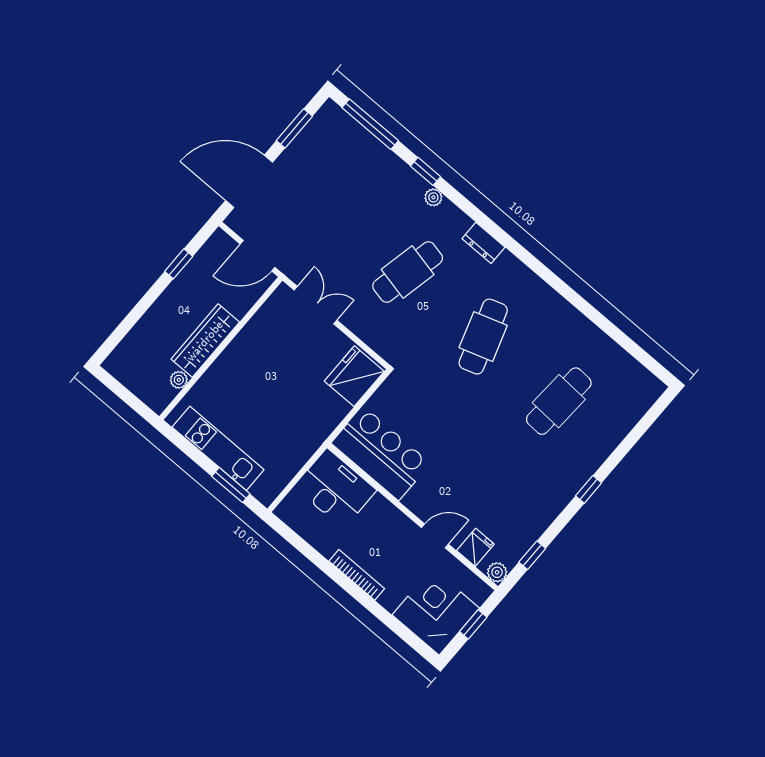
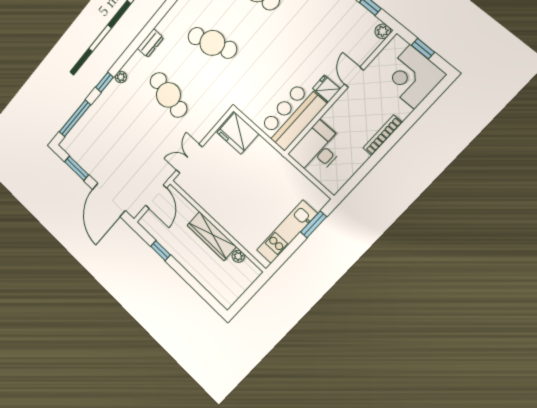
fridge: (475, 547) -> (327, 89), moved

